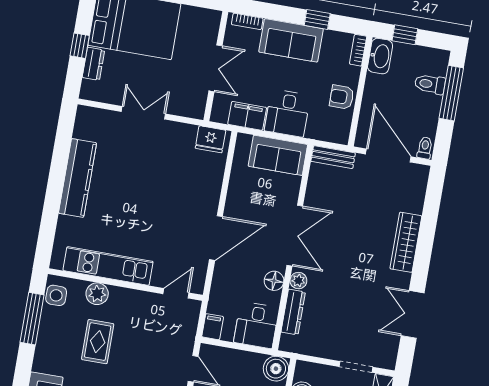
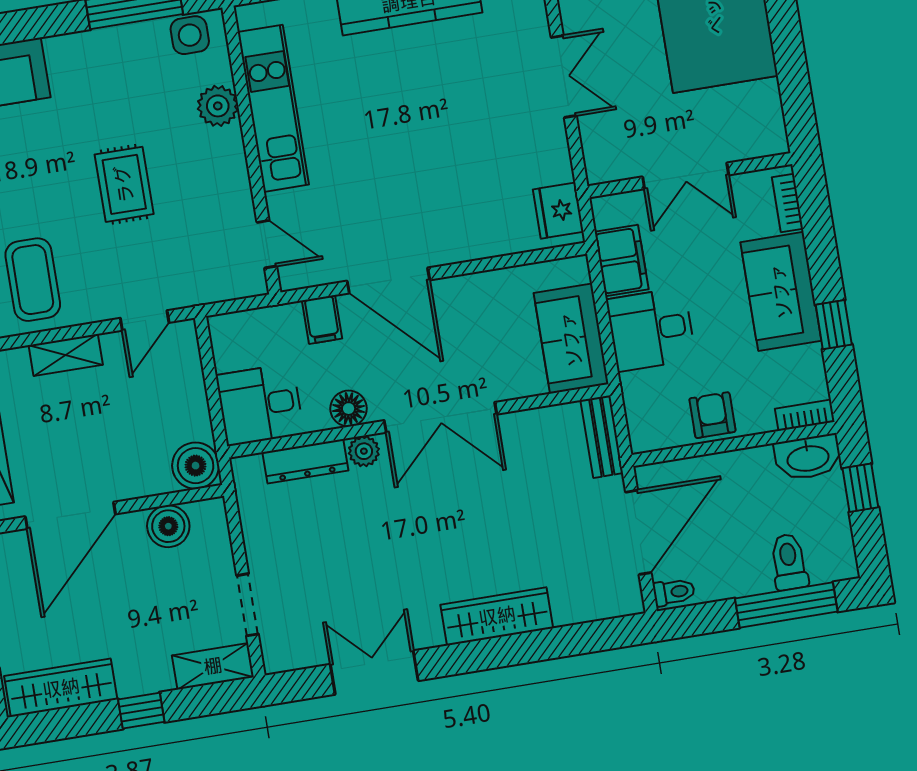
filing cabinet: (213, 327) -> (322, 319), moved, turned 90
rug: (98, 342) -> (124, 184), moved, turned 90

